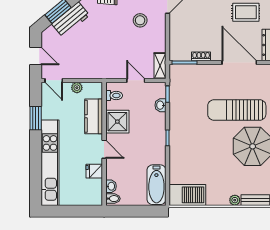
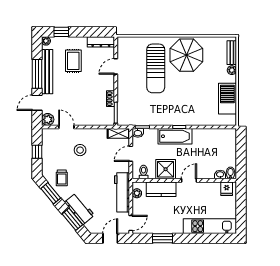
door: (239, 63) -> (116, 66), width x0.53
workbench: (90, 70) -> (122, 192), added
plant: (77, 88) -> (137, 193), moved
washbasin: (160, 105) -> (138, 133), moved
kitchen unit: (50, 163) -> (210, 226), width x0.73
fridge: (94, 171) -> (227, 189), moved
bathtub: (156, 185) -> (175, 136), moved
barbecue: (187, 195) -> (227, 99), moved

